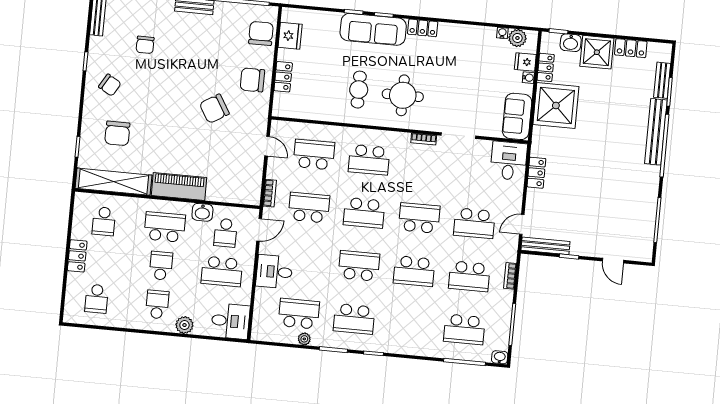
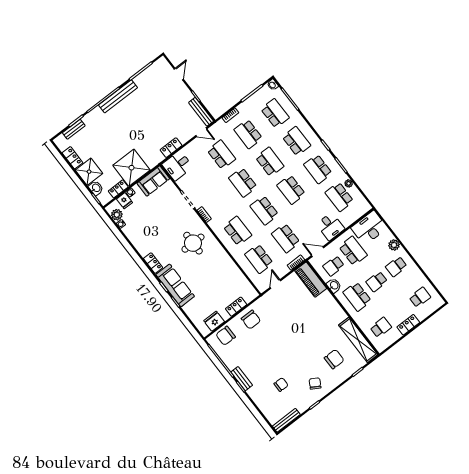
cafe table: (359, 90) -> (209, 266), removed
chair: (214, 109) -> (281, 325), removed
bench: (656, 132) -> (118, 96), moved
piano: (179, 186) -> (311, 280), moved
school desk: (364, 213) -> (264, 210), turned 180
school desk: (225, 233) -> (333, 266), turned 180
school desk: (469, 276) -> (248, 134), turned 180
school desk: (354, 319) -> (318, 169), turned 180
desk: (230, 321) -> (369, 228), width x1.37
school desk: (409, 324) -> (296, 141), added

